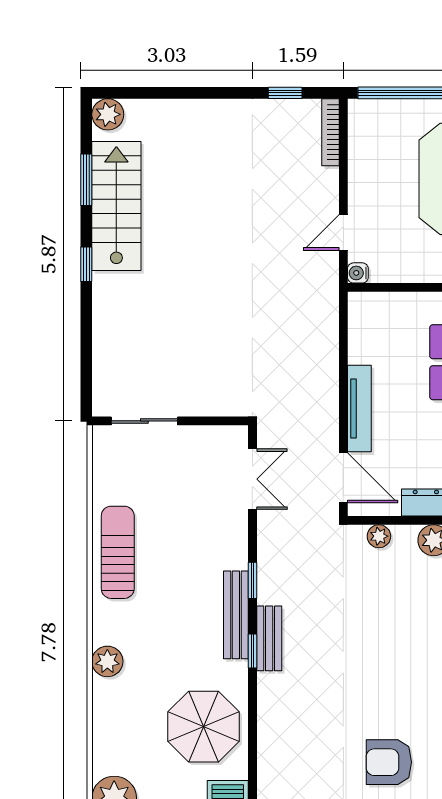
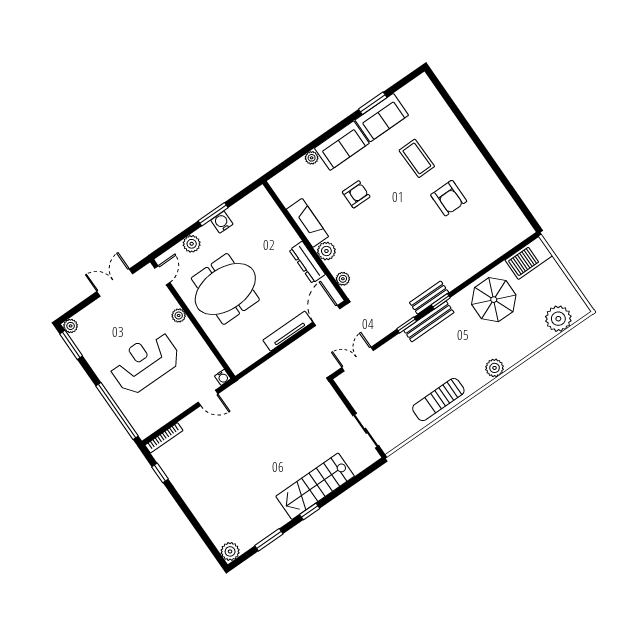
stairs: (116, 206) -> (315, 486), moved

